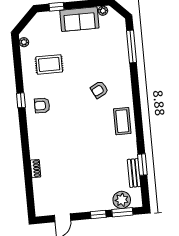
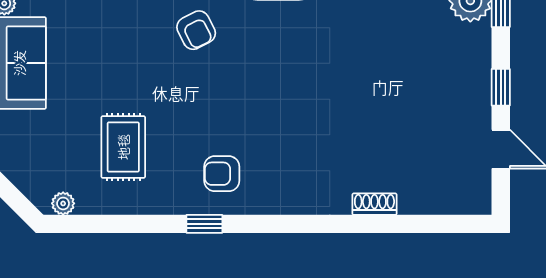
armchair: (42, 105) -> (222, 174), turned 90
window: (98, 215) -> (501, 87), moved

